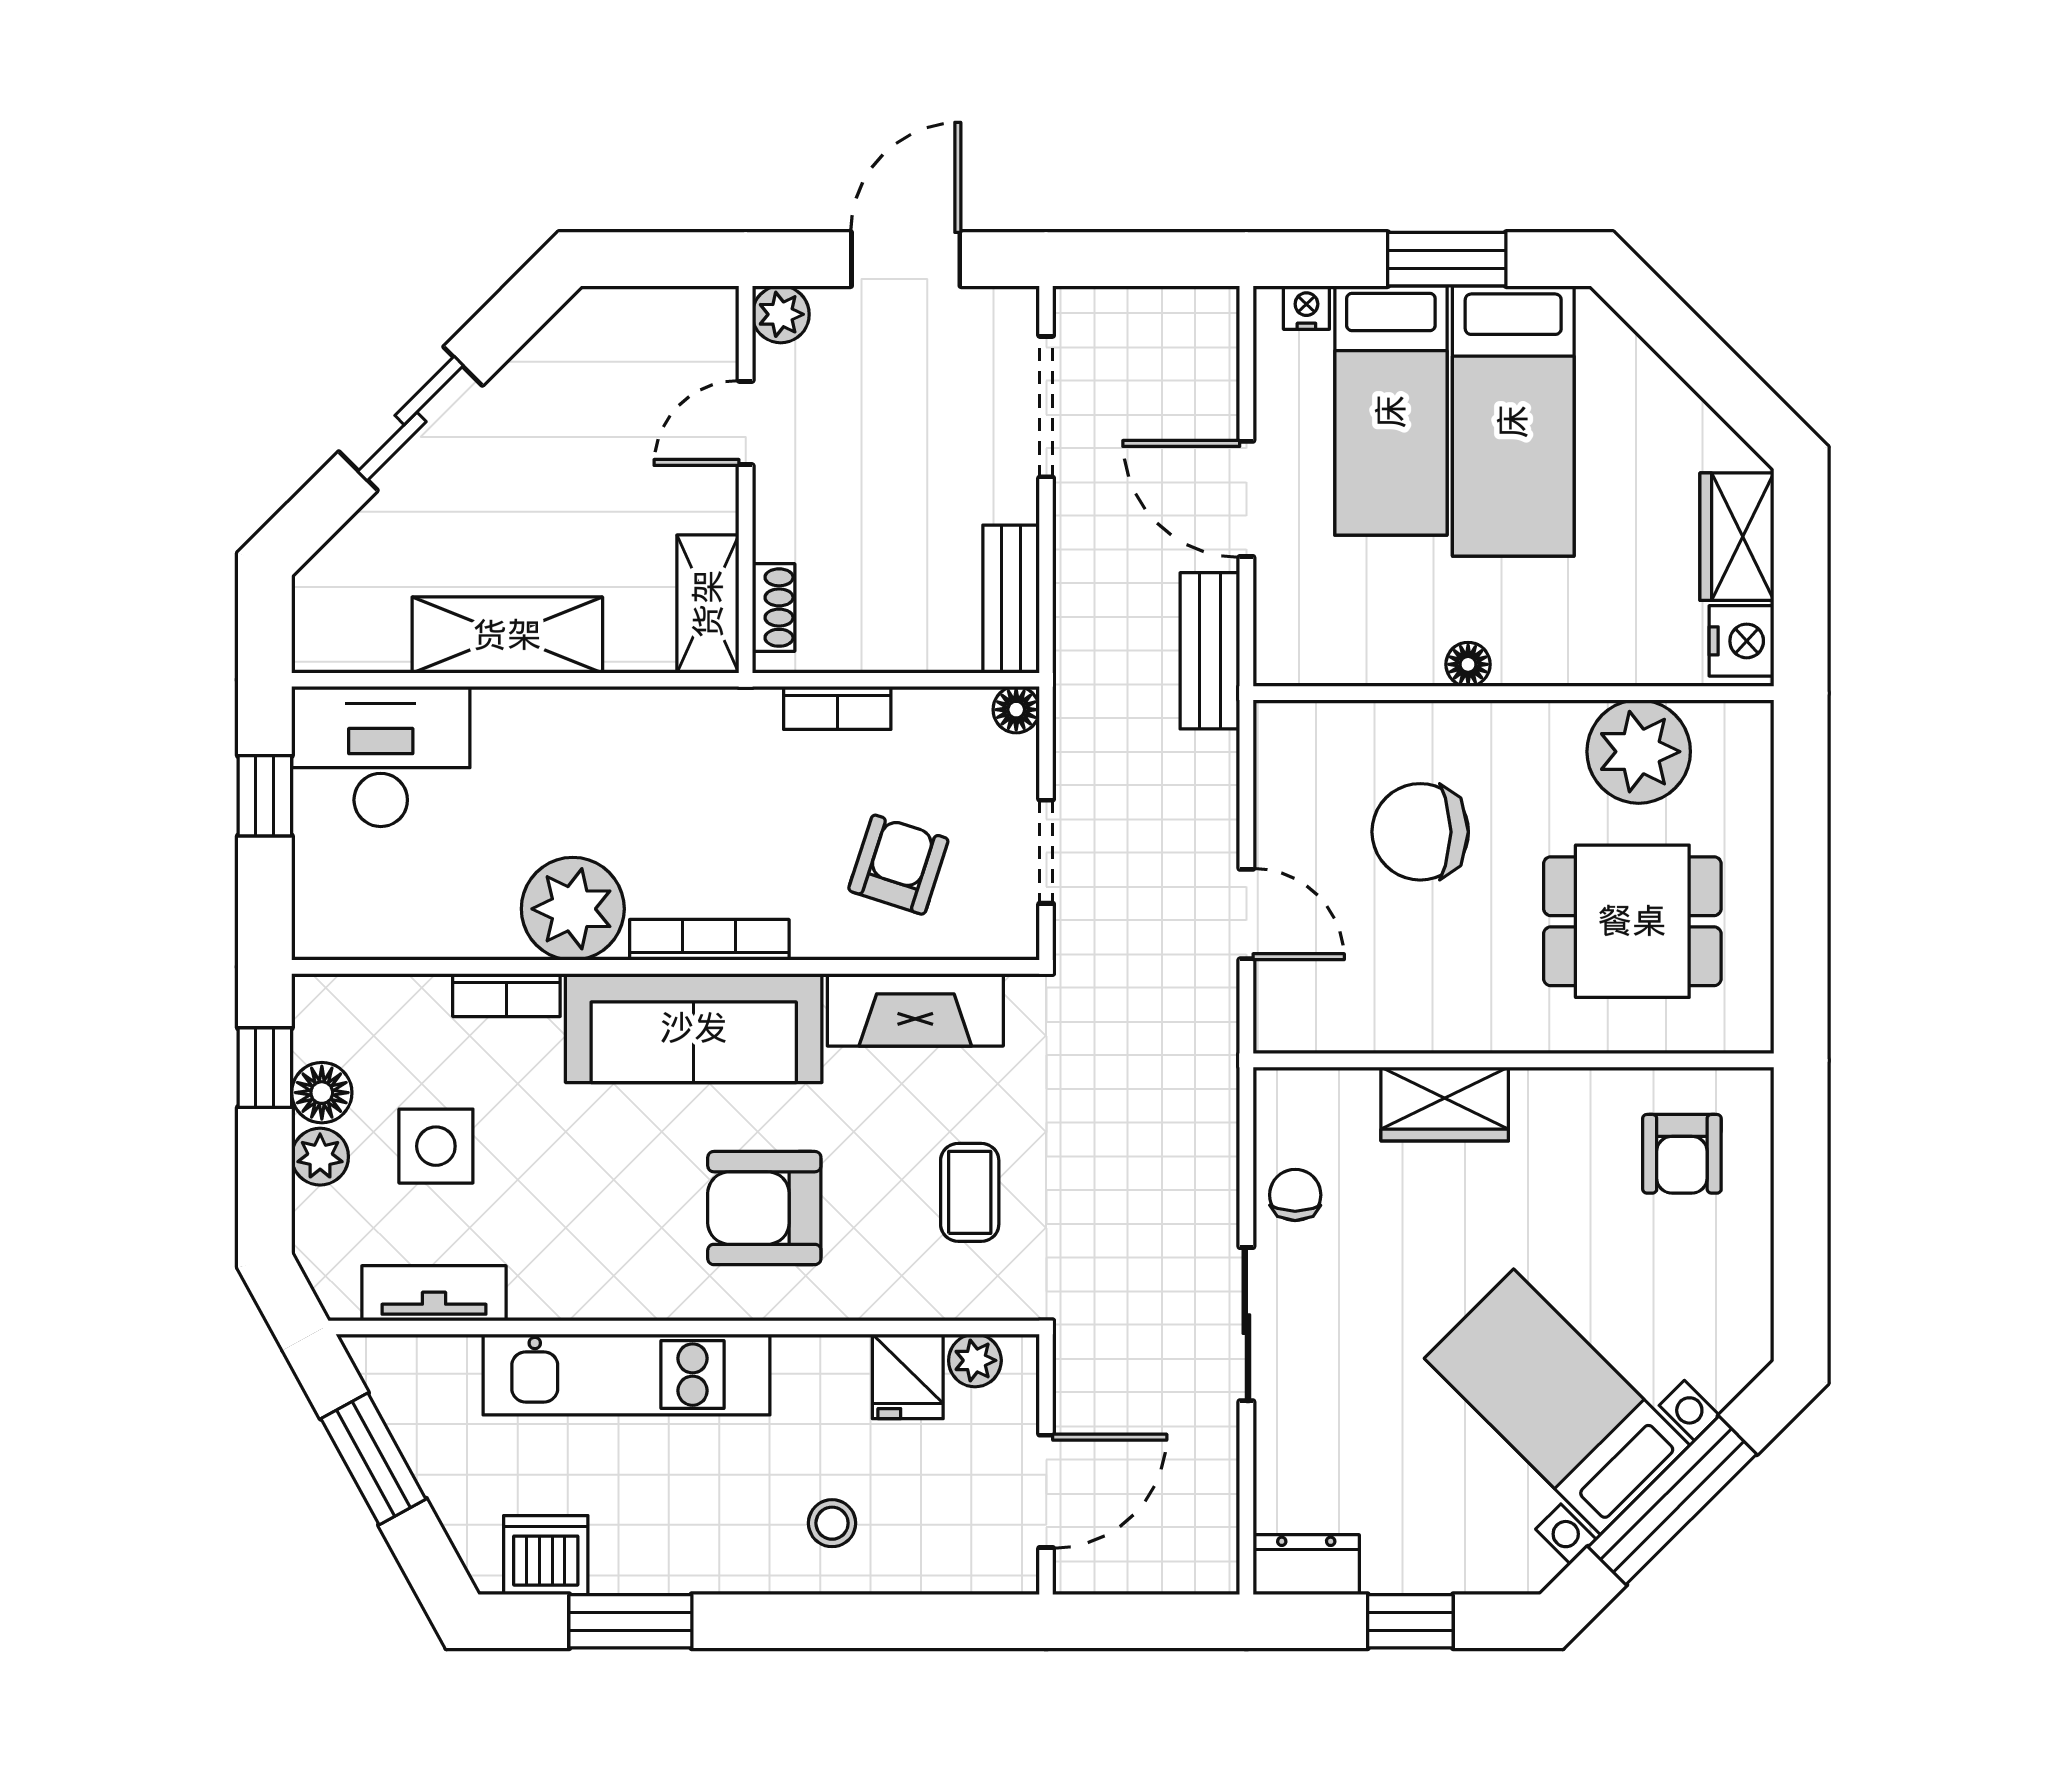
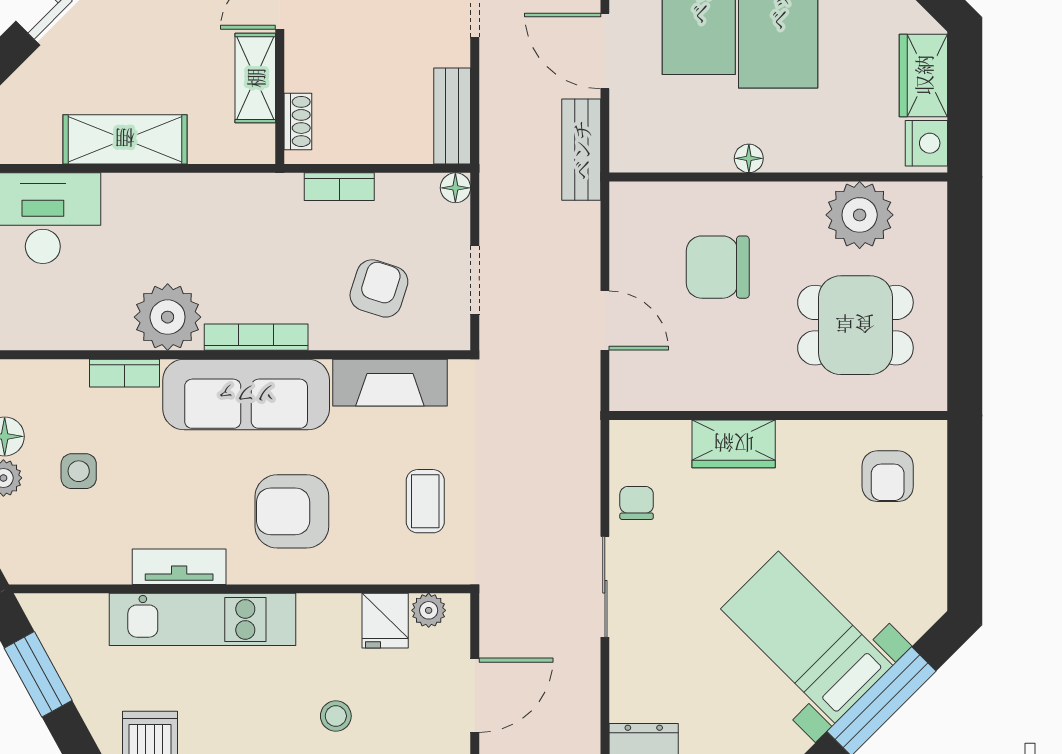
shelving: (708, 604) -> (255, 78), moved
side table: (436, 1146) -> (79, 471), width x0.73, depth x0.73
tv unit: (434, 1293) -> (179, 567), moved

